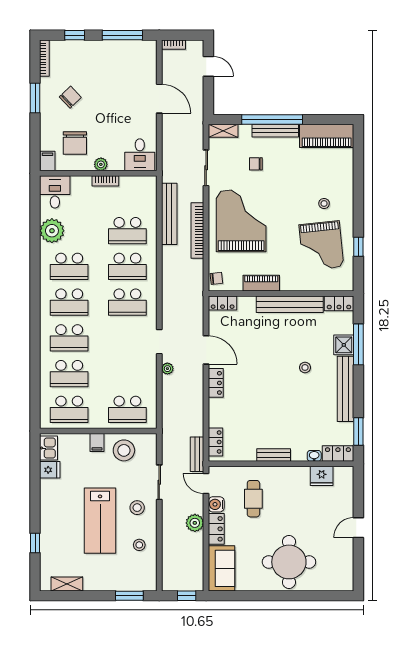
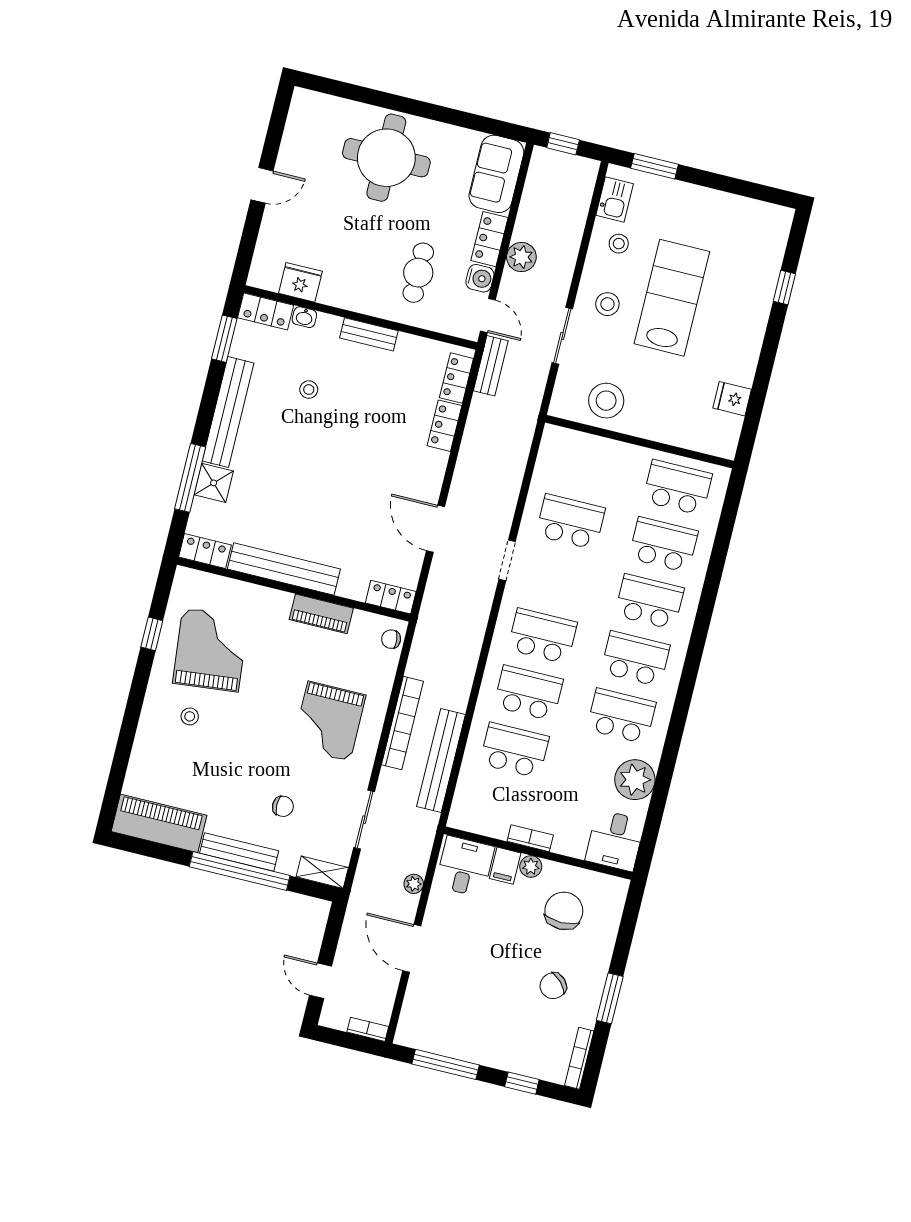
filing cabinet: (48, 161) -> (505, 866), moved
grand piano: (241, 221) -> (329, 721), width x0.73, depth x0.68
stool: (305, 367) -> (309, 390), moved
plant: (167, 369) -> (414, 884), moved
locker: (216, 383) -> (444, 426), moved
school desk: (127, 409) -> (570, 522), moved
filing cabinet: (97, 443) -> (646, 424), removed
kitchen sink: (49, 448) -> (615, 199), moved, turned 180
shelving: (67, 584) -> (750, 210), removed

